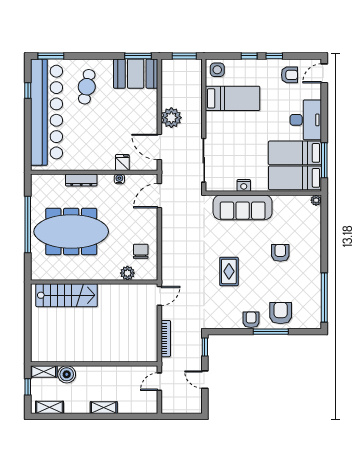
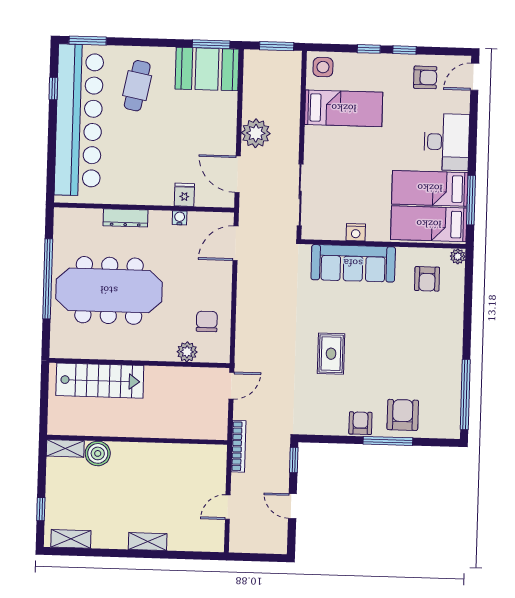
armchair: (280, 253) -> (427, 279), moved, turned 180
wall: (94, 364) -> (137, 440), moved
shelving: (44, 371) -> (65, 448), moved
boiler: (67, 374) -> (98, 453), moved

